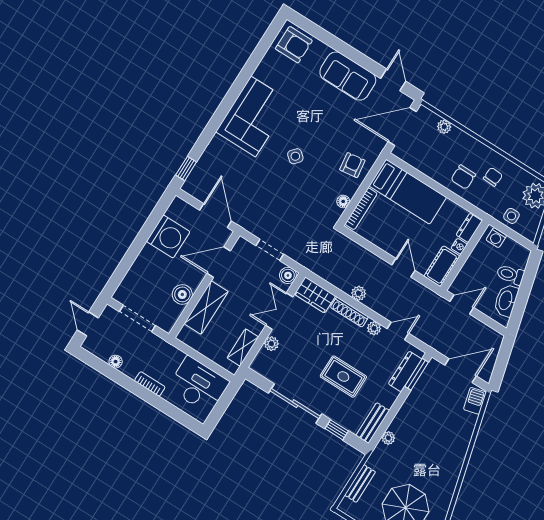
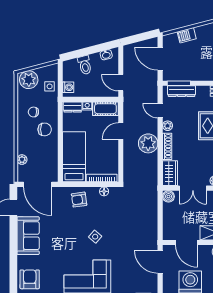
door: (215, 216) -> (160, 262), hinge flipped
doorway: (270, 250) -> (160, 217), removed
plant: (359, 293) -> (148, 143), width x1.87, depth x1.87
washbasin: (506, 300) -> (106, 55), width x0.52, depth x0.69
barbecue: (475, 401) -> (187, 35), moved

